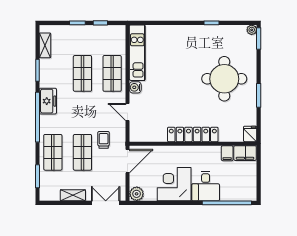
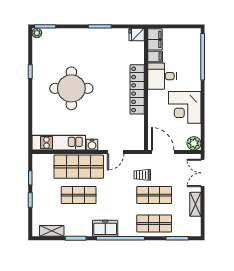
shop shelf: (112, 73) -> (79, 167), width x1.43, depth x1.36
round table: (224, 79) -> (71, 88), moved
desk: (206, 186) -> (162, 76), moved, turned 180

